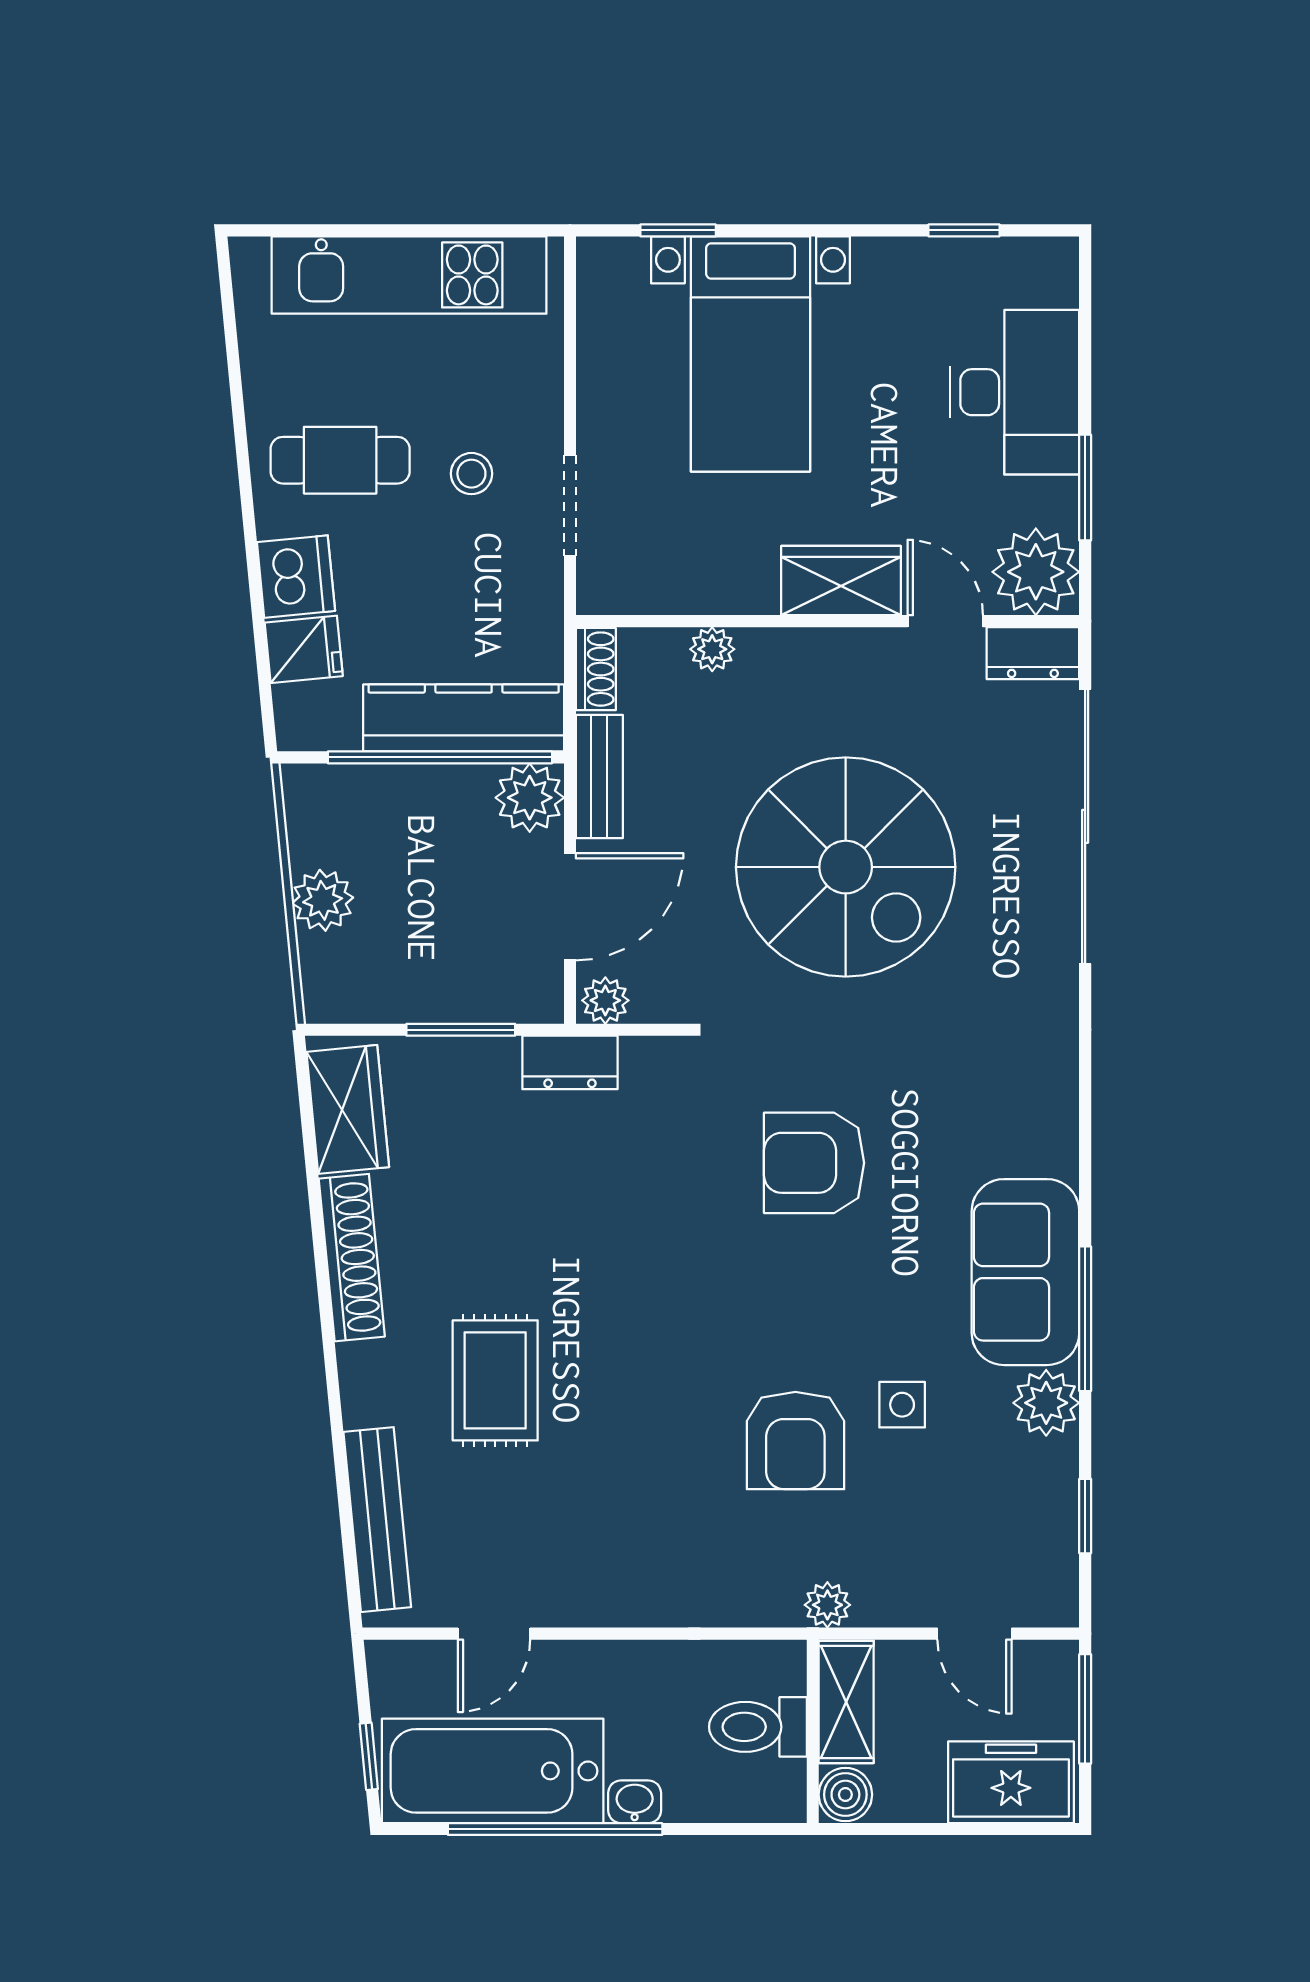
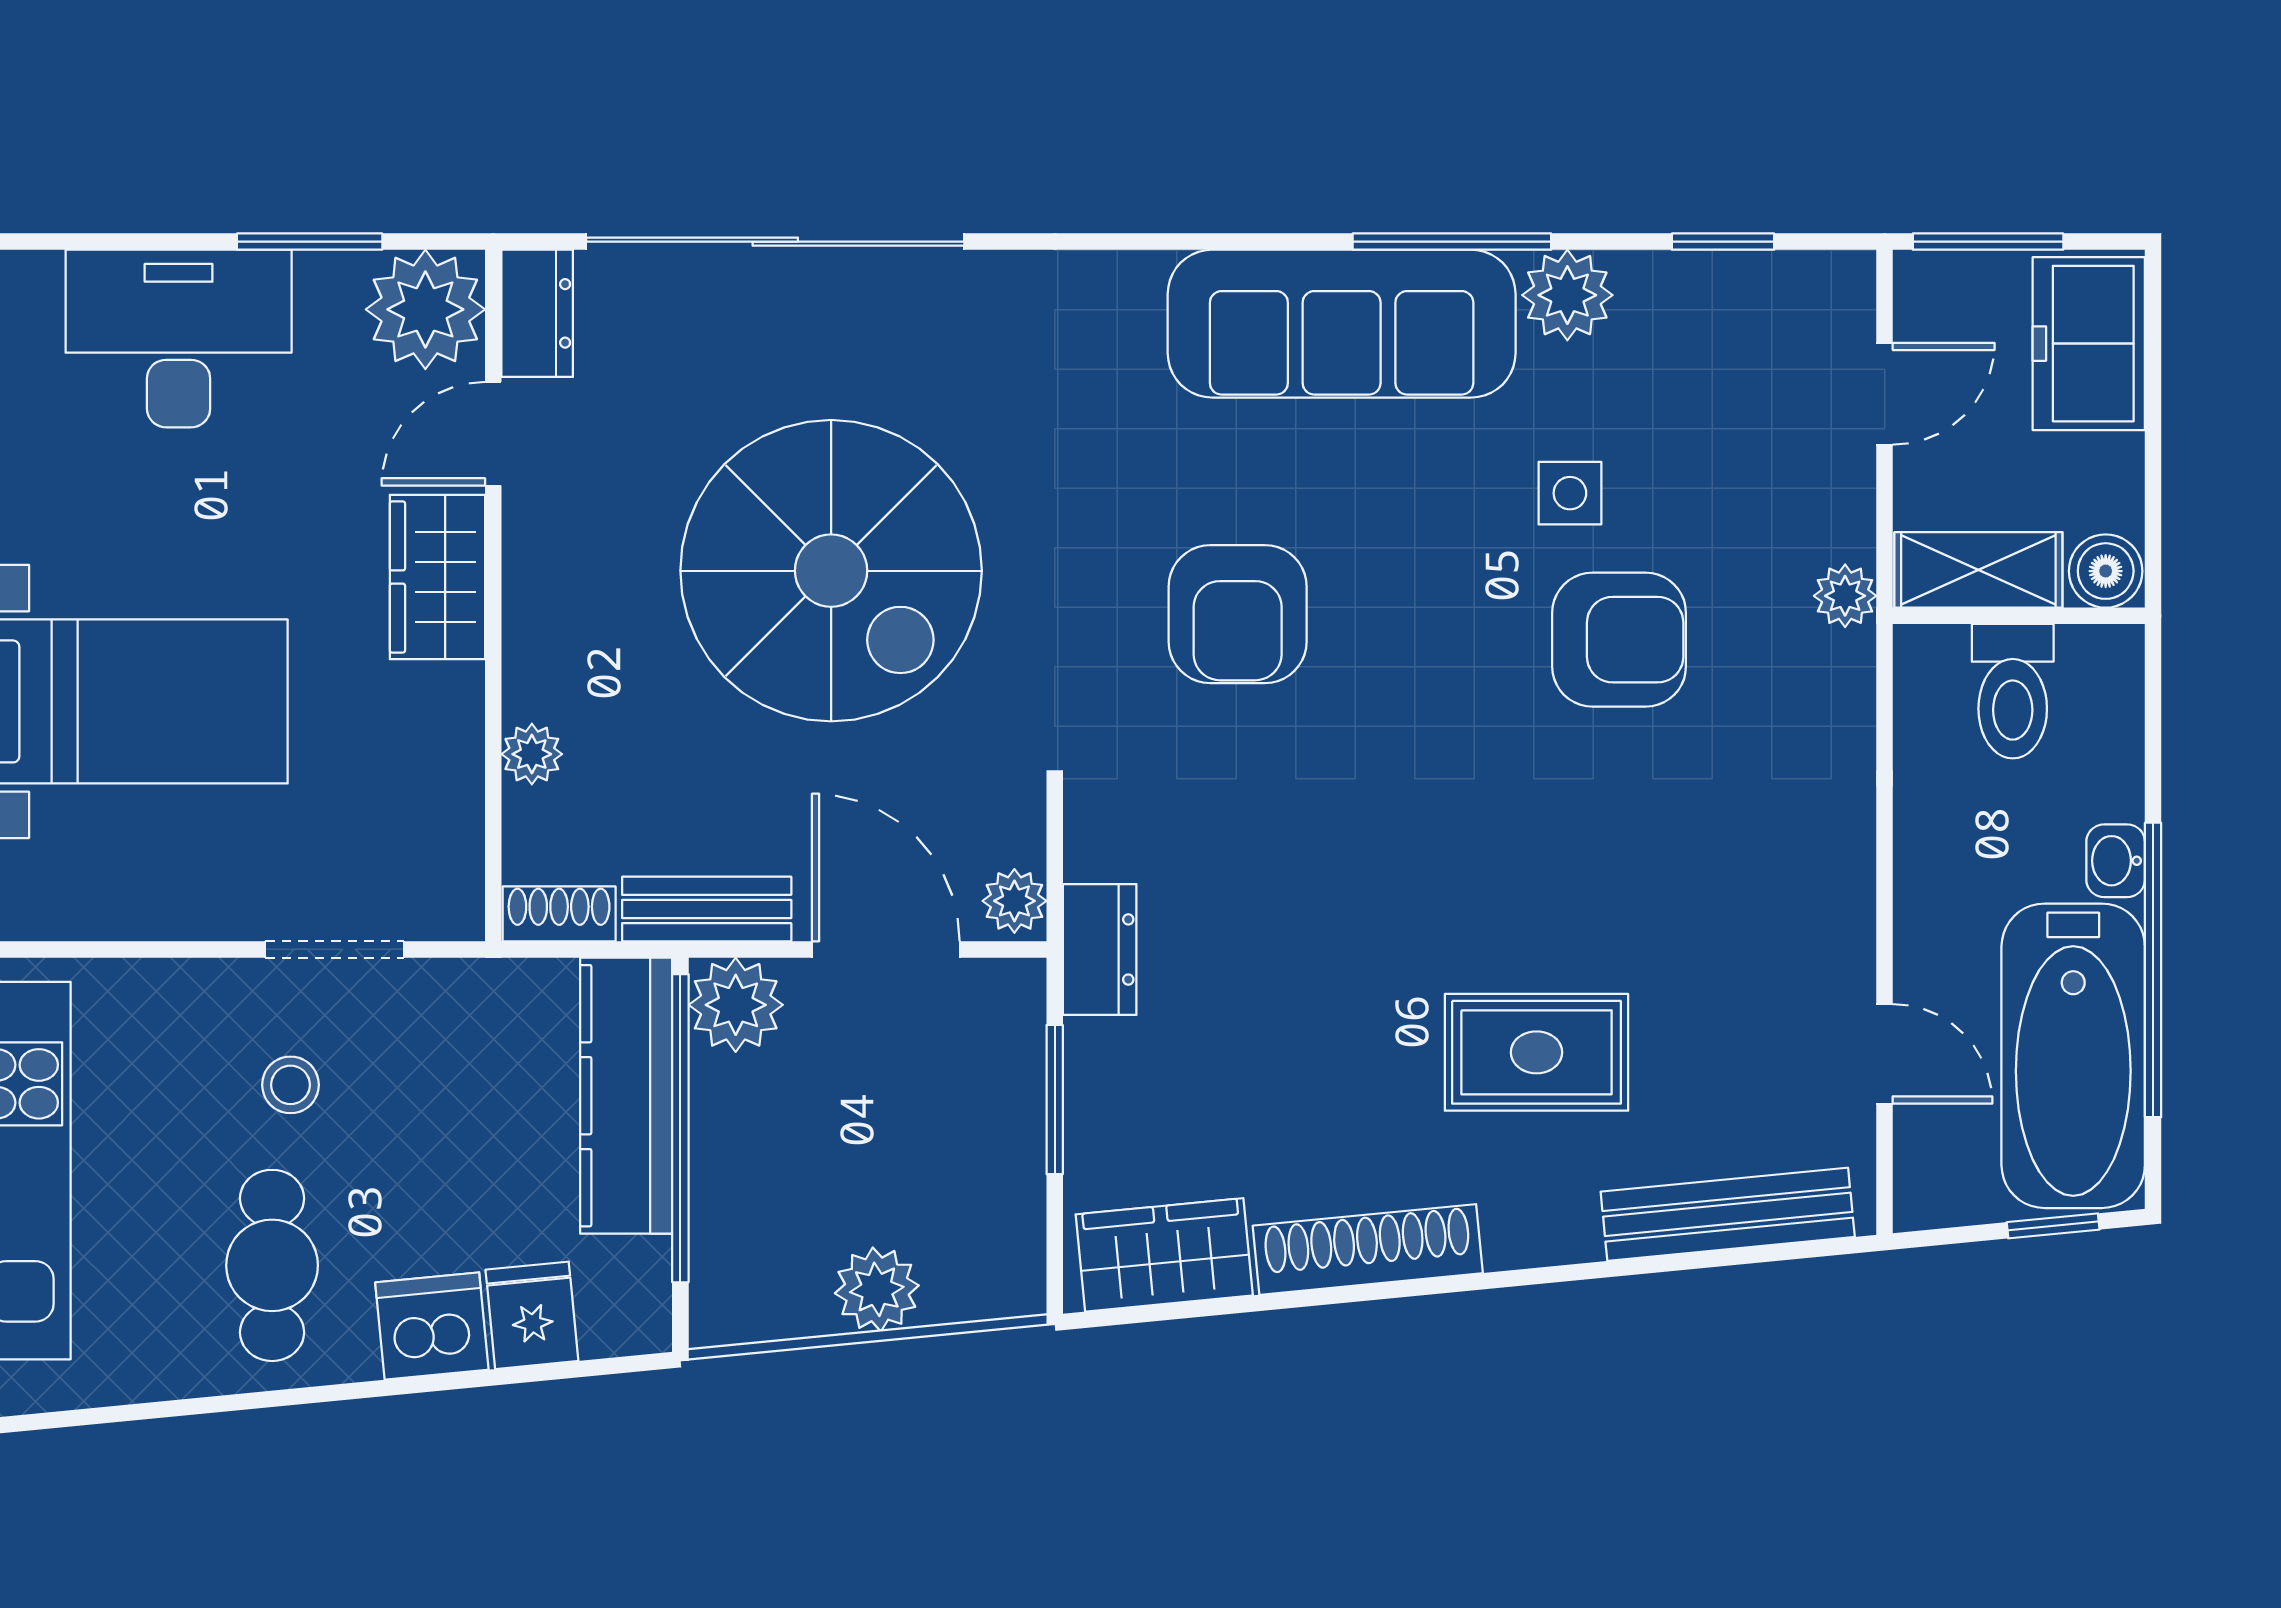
spiral stairs: (846, 867) -> (831, 571), turned 90
sofa: (1025, 1272) -> (1342, 324), width x1.36

